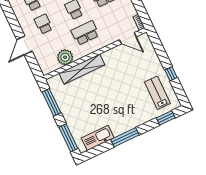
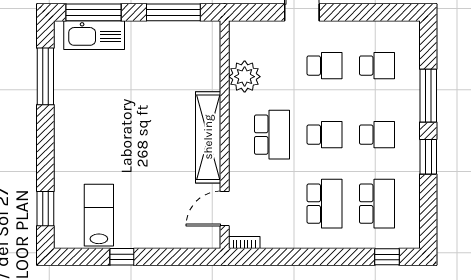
shelving: (82, 69) -> (208, 137), moved
lab bench: (157, 93) -> (99, 215), turned -90
window: (125, 137) -> (45, 76), moved
kitchen sink: (98, 138) -> (94, 35), moved, turned 90

